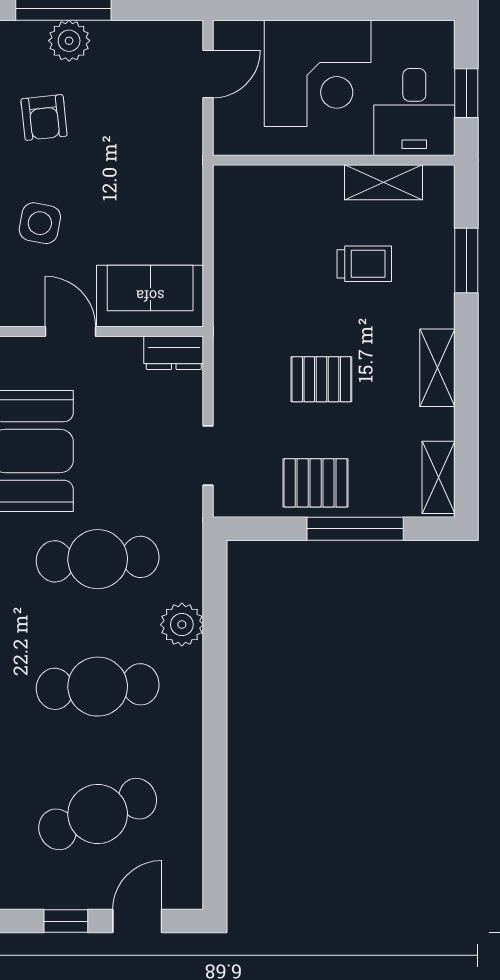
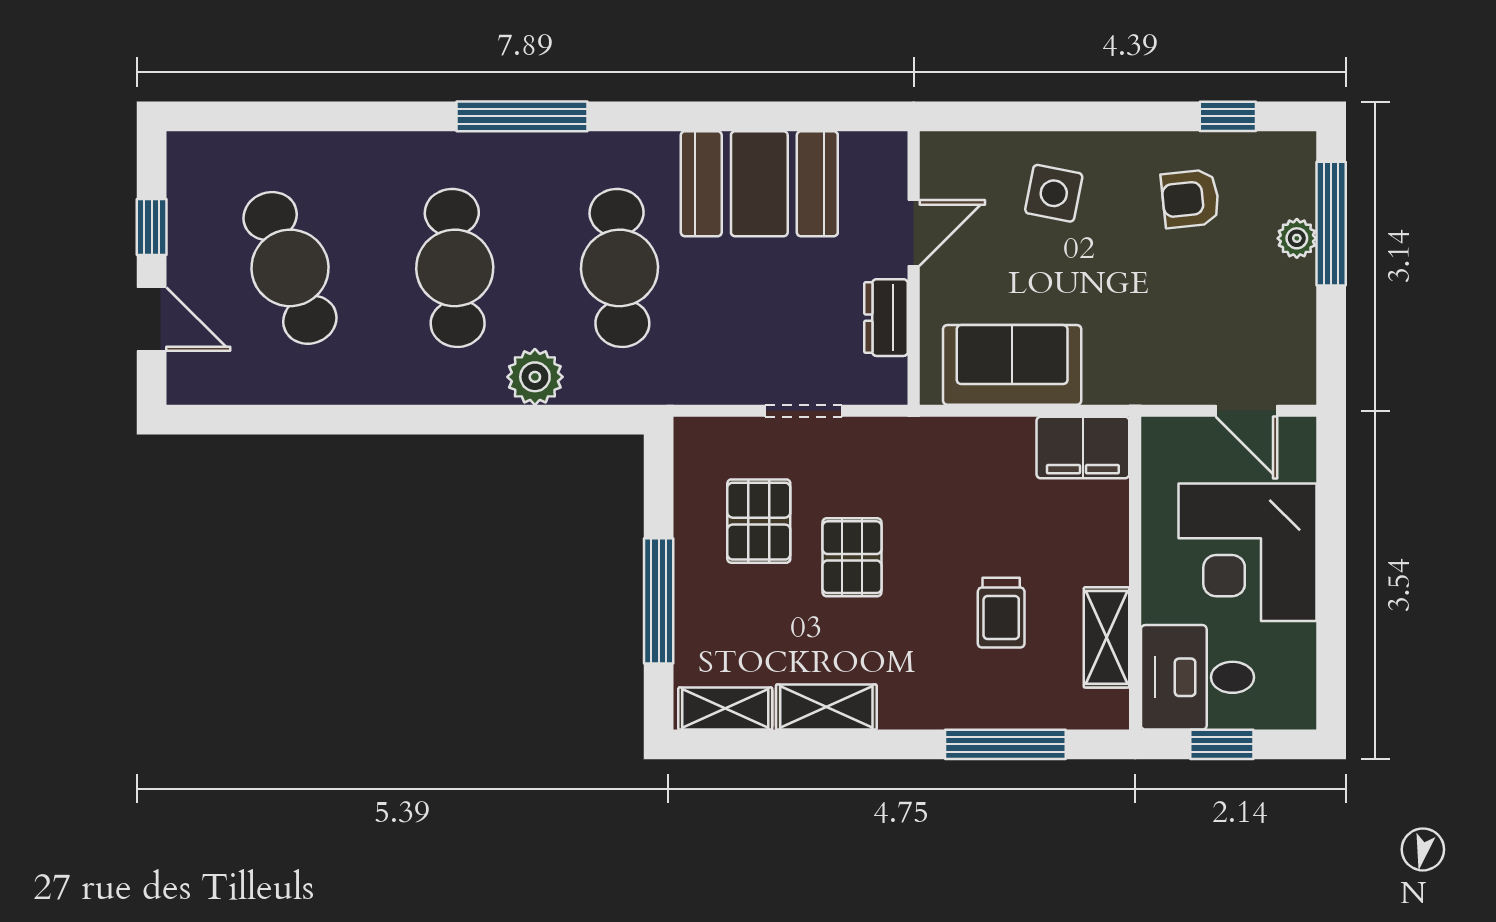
plant: (69, 41) -> (1297, 238), width x0.73, depth x0.73
filing cabinet: (237, 201) -> (1083, 447), added
window: (466, 261) -> (1005, 744), width x1.44
sofa: (150, 296) -> (1012, 365), moved, turned -90
dresser: (174, 353) -> (886, 318), moved
shelving: (437, 368) -> (826, 707), moved
doorway: (208, 455) -> (803, 411), moved
pallet: (316, 483) -> (759, 521), moved

